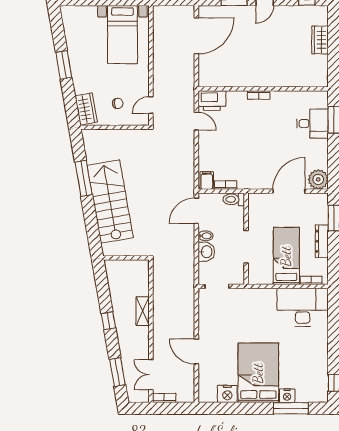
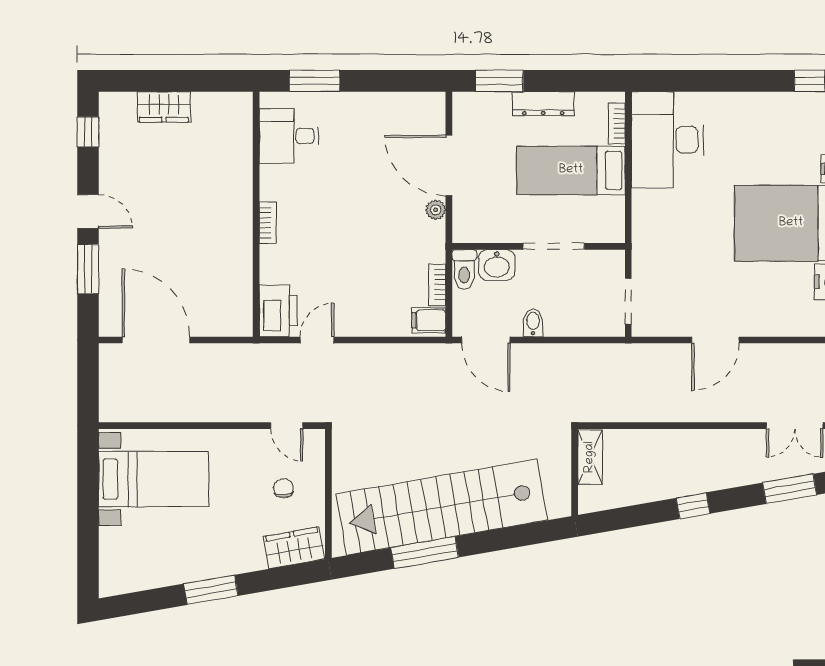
desk: (312, 124) -> (289, 136), moved, turned -90
plant: (318, 179) -> (436, 210), moved, width x0.53, depth x0.53
stairs: (110, 202) -> (442, 507), width x1.36
washbasin: (206, 252) -> (497, 265), moved, turned 180
shelving: (143, 311) -> (590, 457), moved, turned 90
door: (196, 352) -> (715, 340), moved

